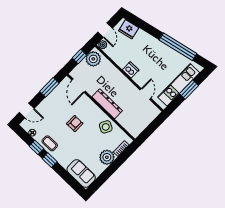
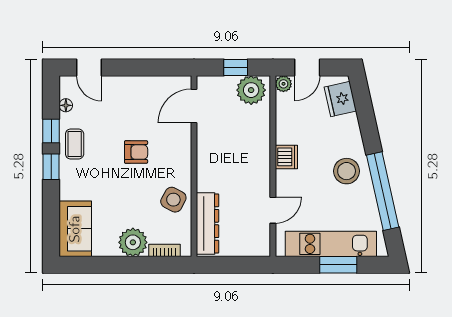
stool: (157, 53) -> (347, 171), added
window: (49, 87) -> (152, 68), removed
dresser: (107, 104) -> (208, 223), moved

